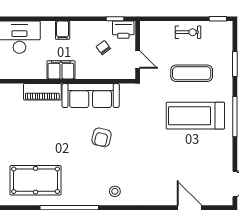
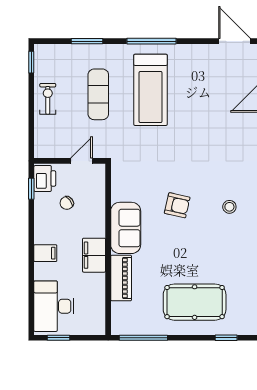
sofa: (91, 96) -> (126, 228), width x0.73
pool table: (36, 180) -> (195, 302), moved, turned 90
stool: (115, 191) -> (229, 207), moved

